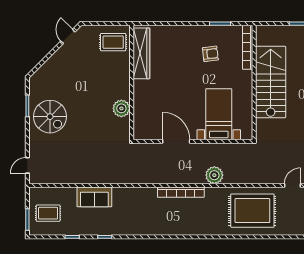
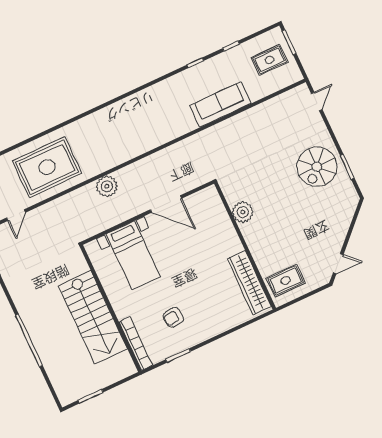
door: (68, 36) -> (338, 264), hinge flipped
spiral stairs: (50, 117) -> (317, 167), turned -90
bookcase: (181, 192) -> (135, 151), removed
sofa: (94, 197) -> (220, 104), width x1.36

